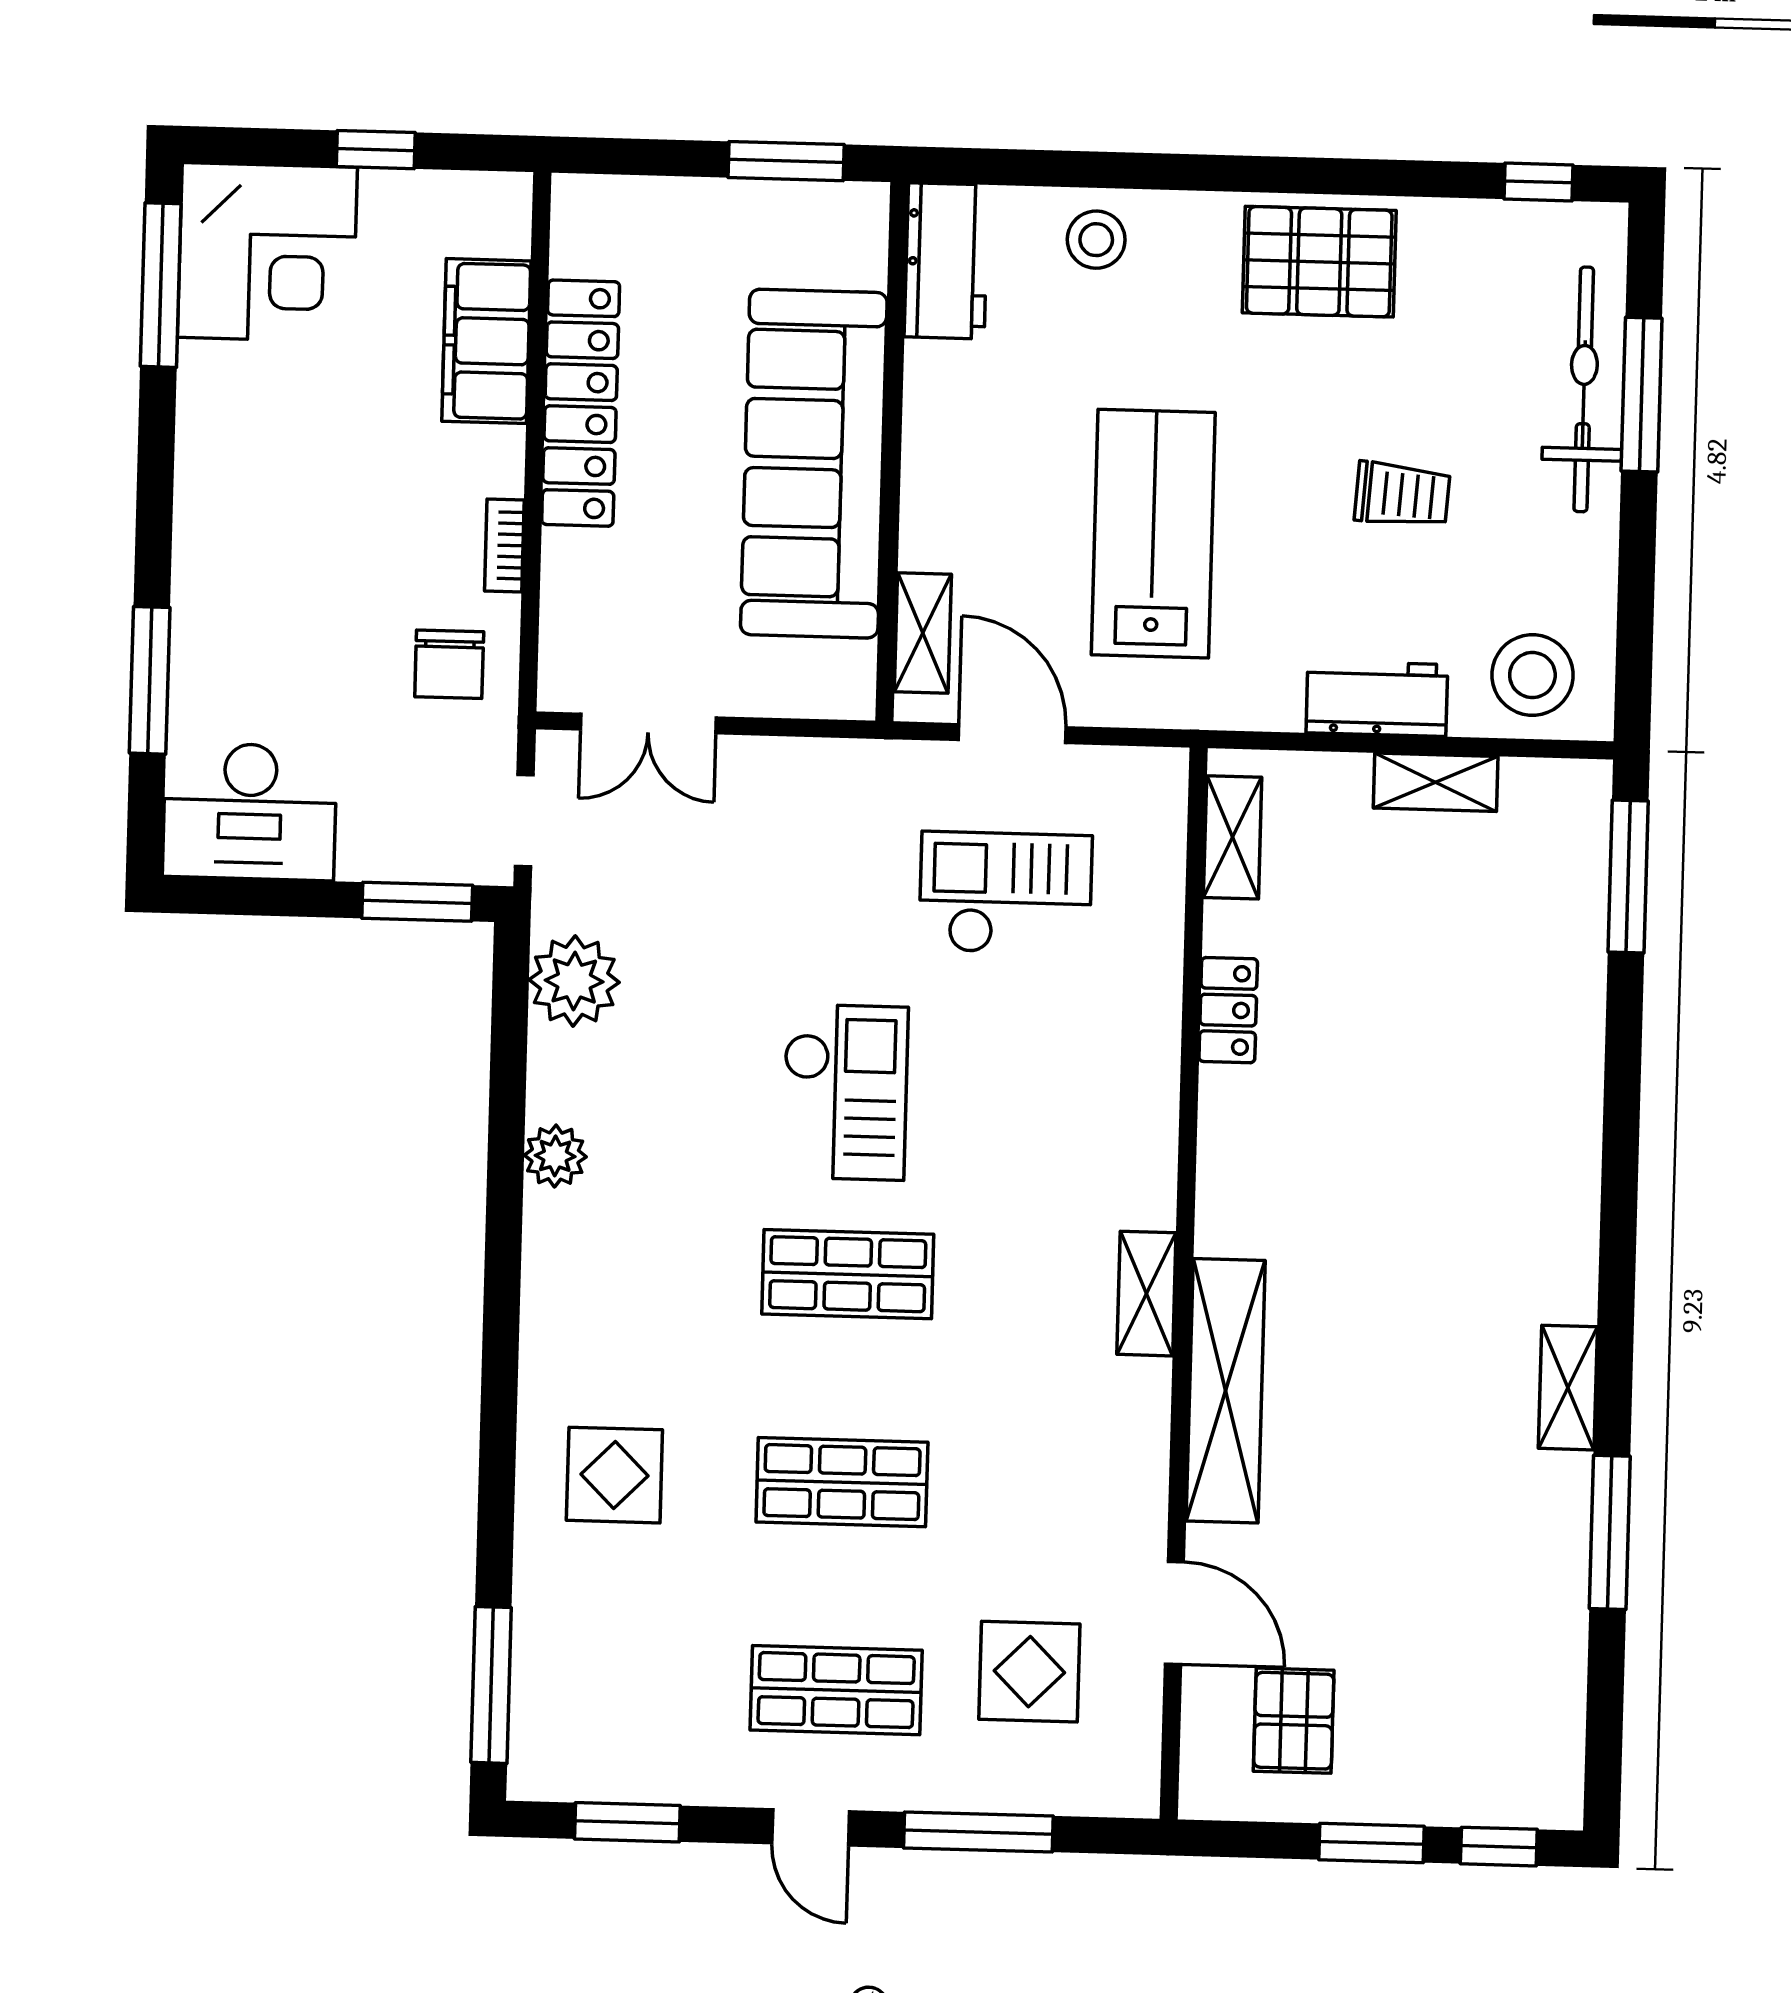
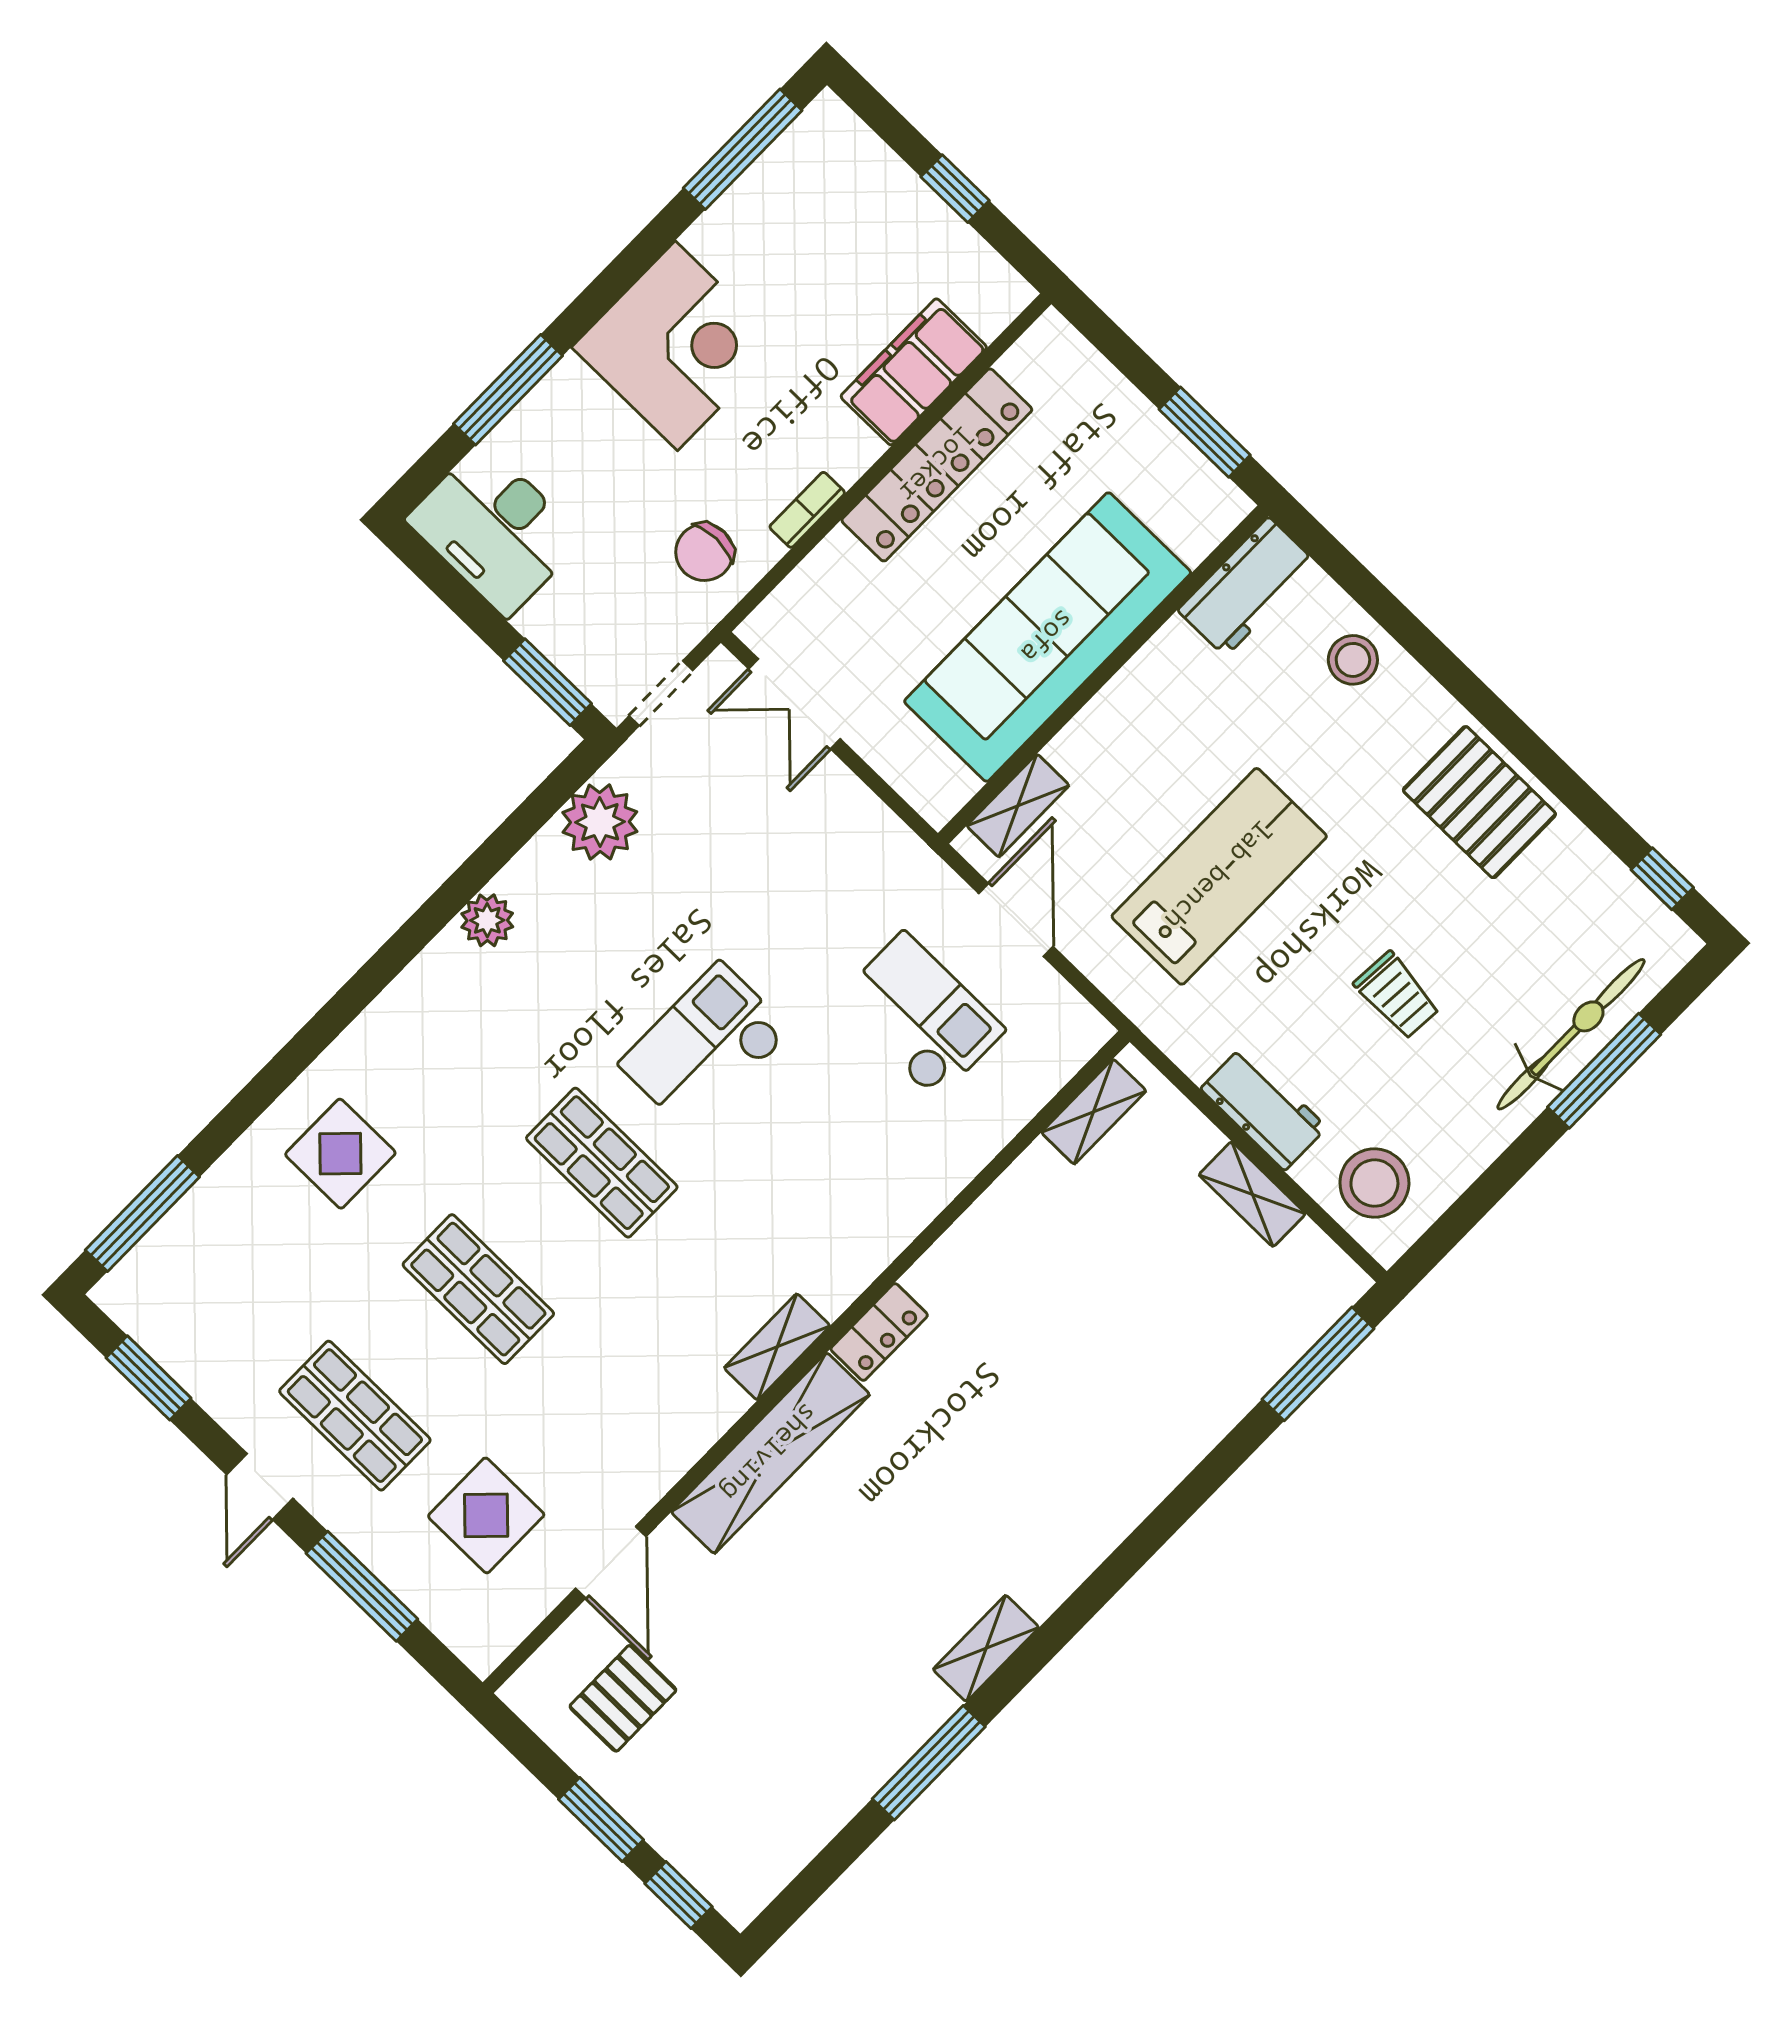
corner desk: (267, 252) -> (676, 346), moved, turned -90
locker: (1228, 1010) -> (879, 1332), moved
checkout: (845, 1092) -> (705, 1047), turned 180

